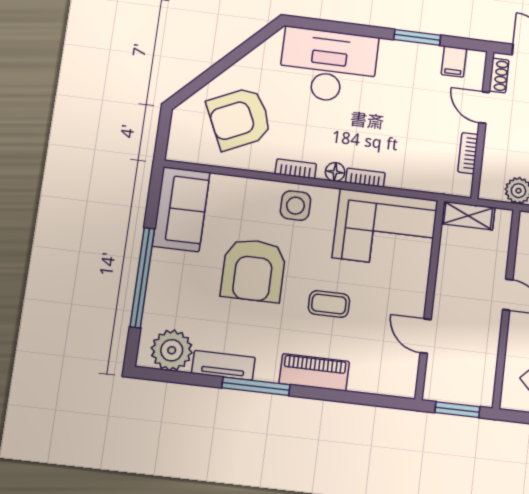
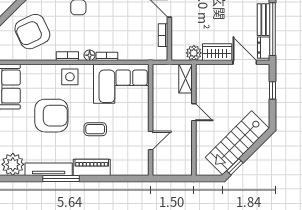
shelving: (468, 216) -> (186, 79), moved, turned 90
armchair: (253, 270) -> (51, 116), turned -90
door: (426, 336) -> (151, 141), swing flipped
tv unit: (223, 365) -> (49, 169), width x1.41
window: (457, 410) -> (173, 179), removed

